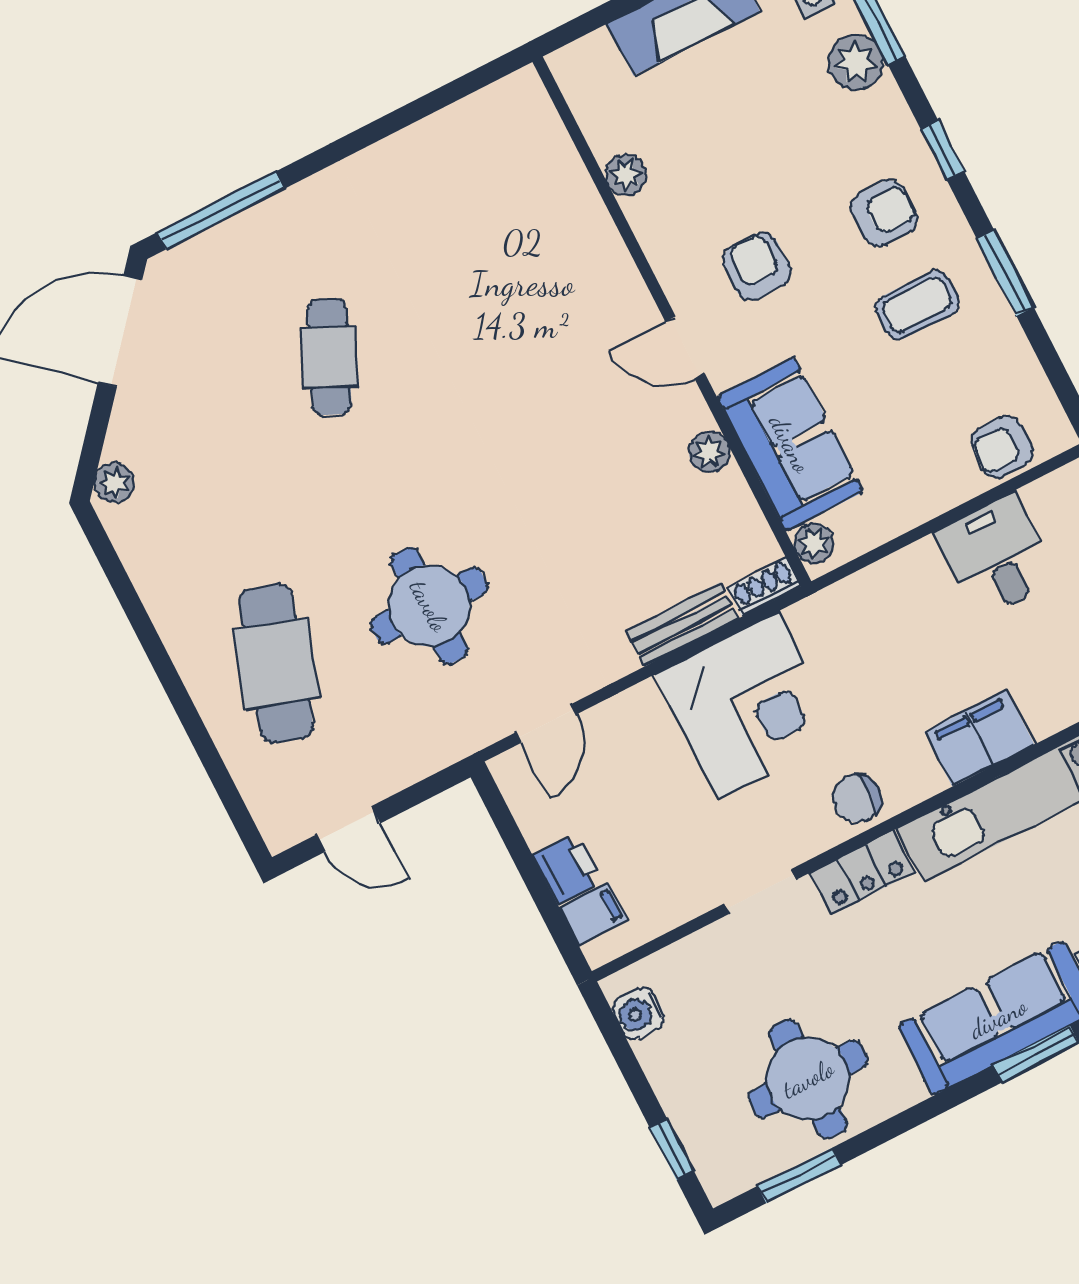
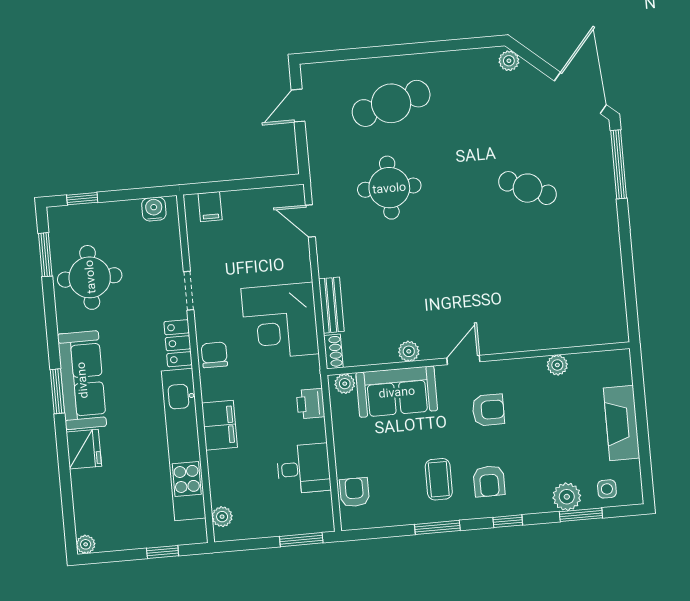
cafe table: (276, 664) -> (391, 103), turned -33
printer: (567, 868) -> (311, 404), moved, turned 90

